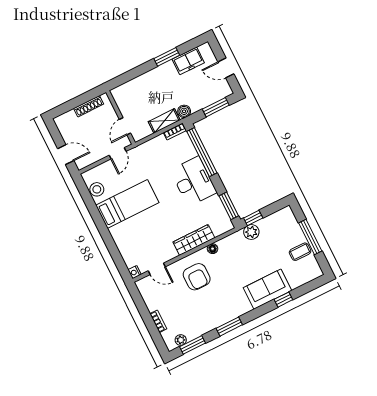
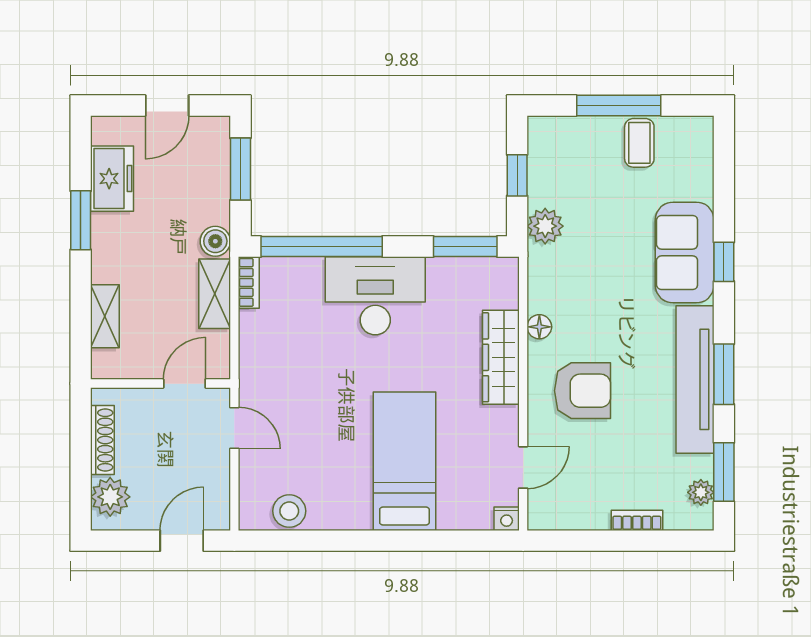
shelving: (135, 84) -> (105, 316), added
plant: (69, 120) -> (110, 497), added
door: (125, 126) -> (184, 384), swing flipped
bed: (127, 204) -> (404, 461), moved
window: (253, 218) -> (517, 175), moved
window: (283, 300) -> (724, 262), moved
tv unit: (222, 317) -> (695, 379), added

